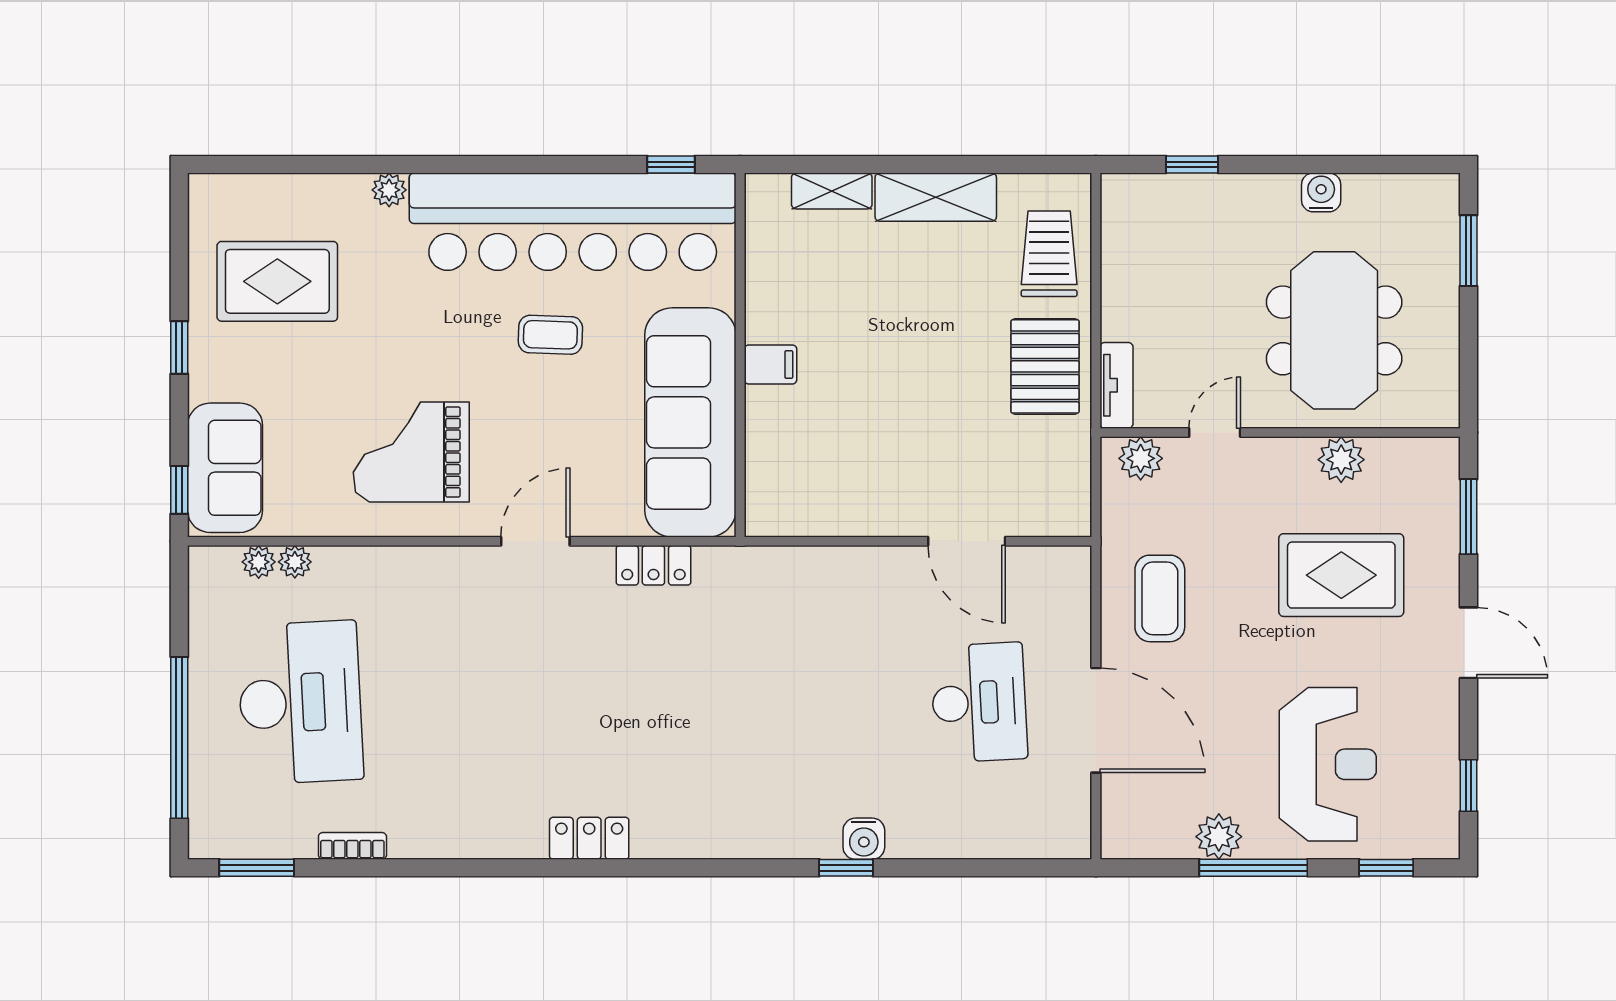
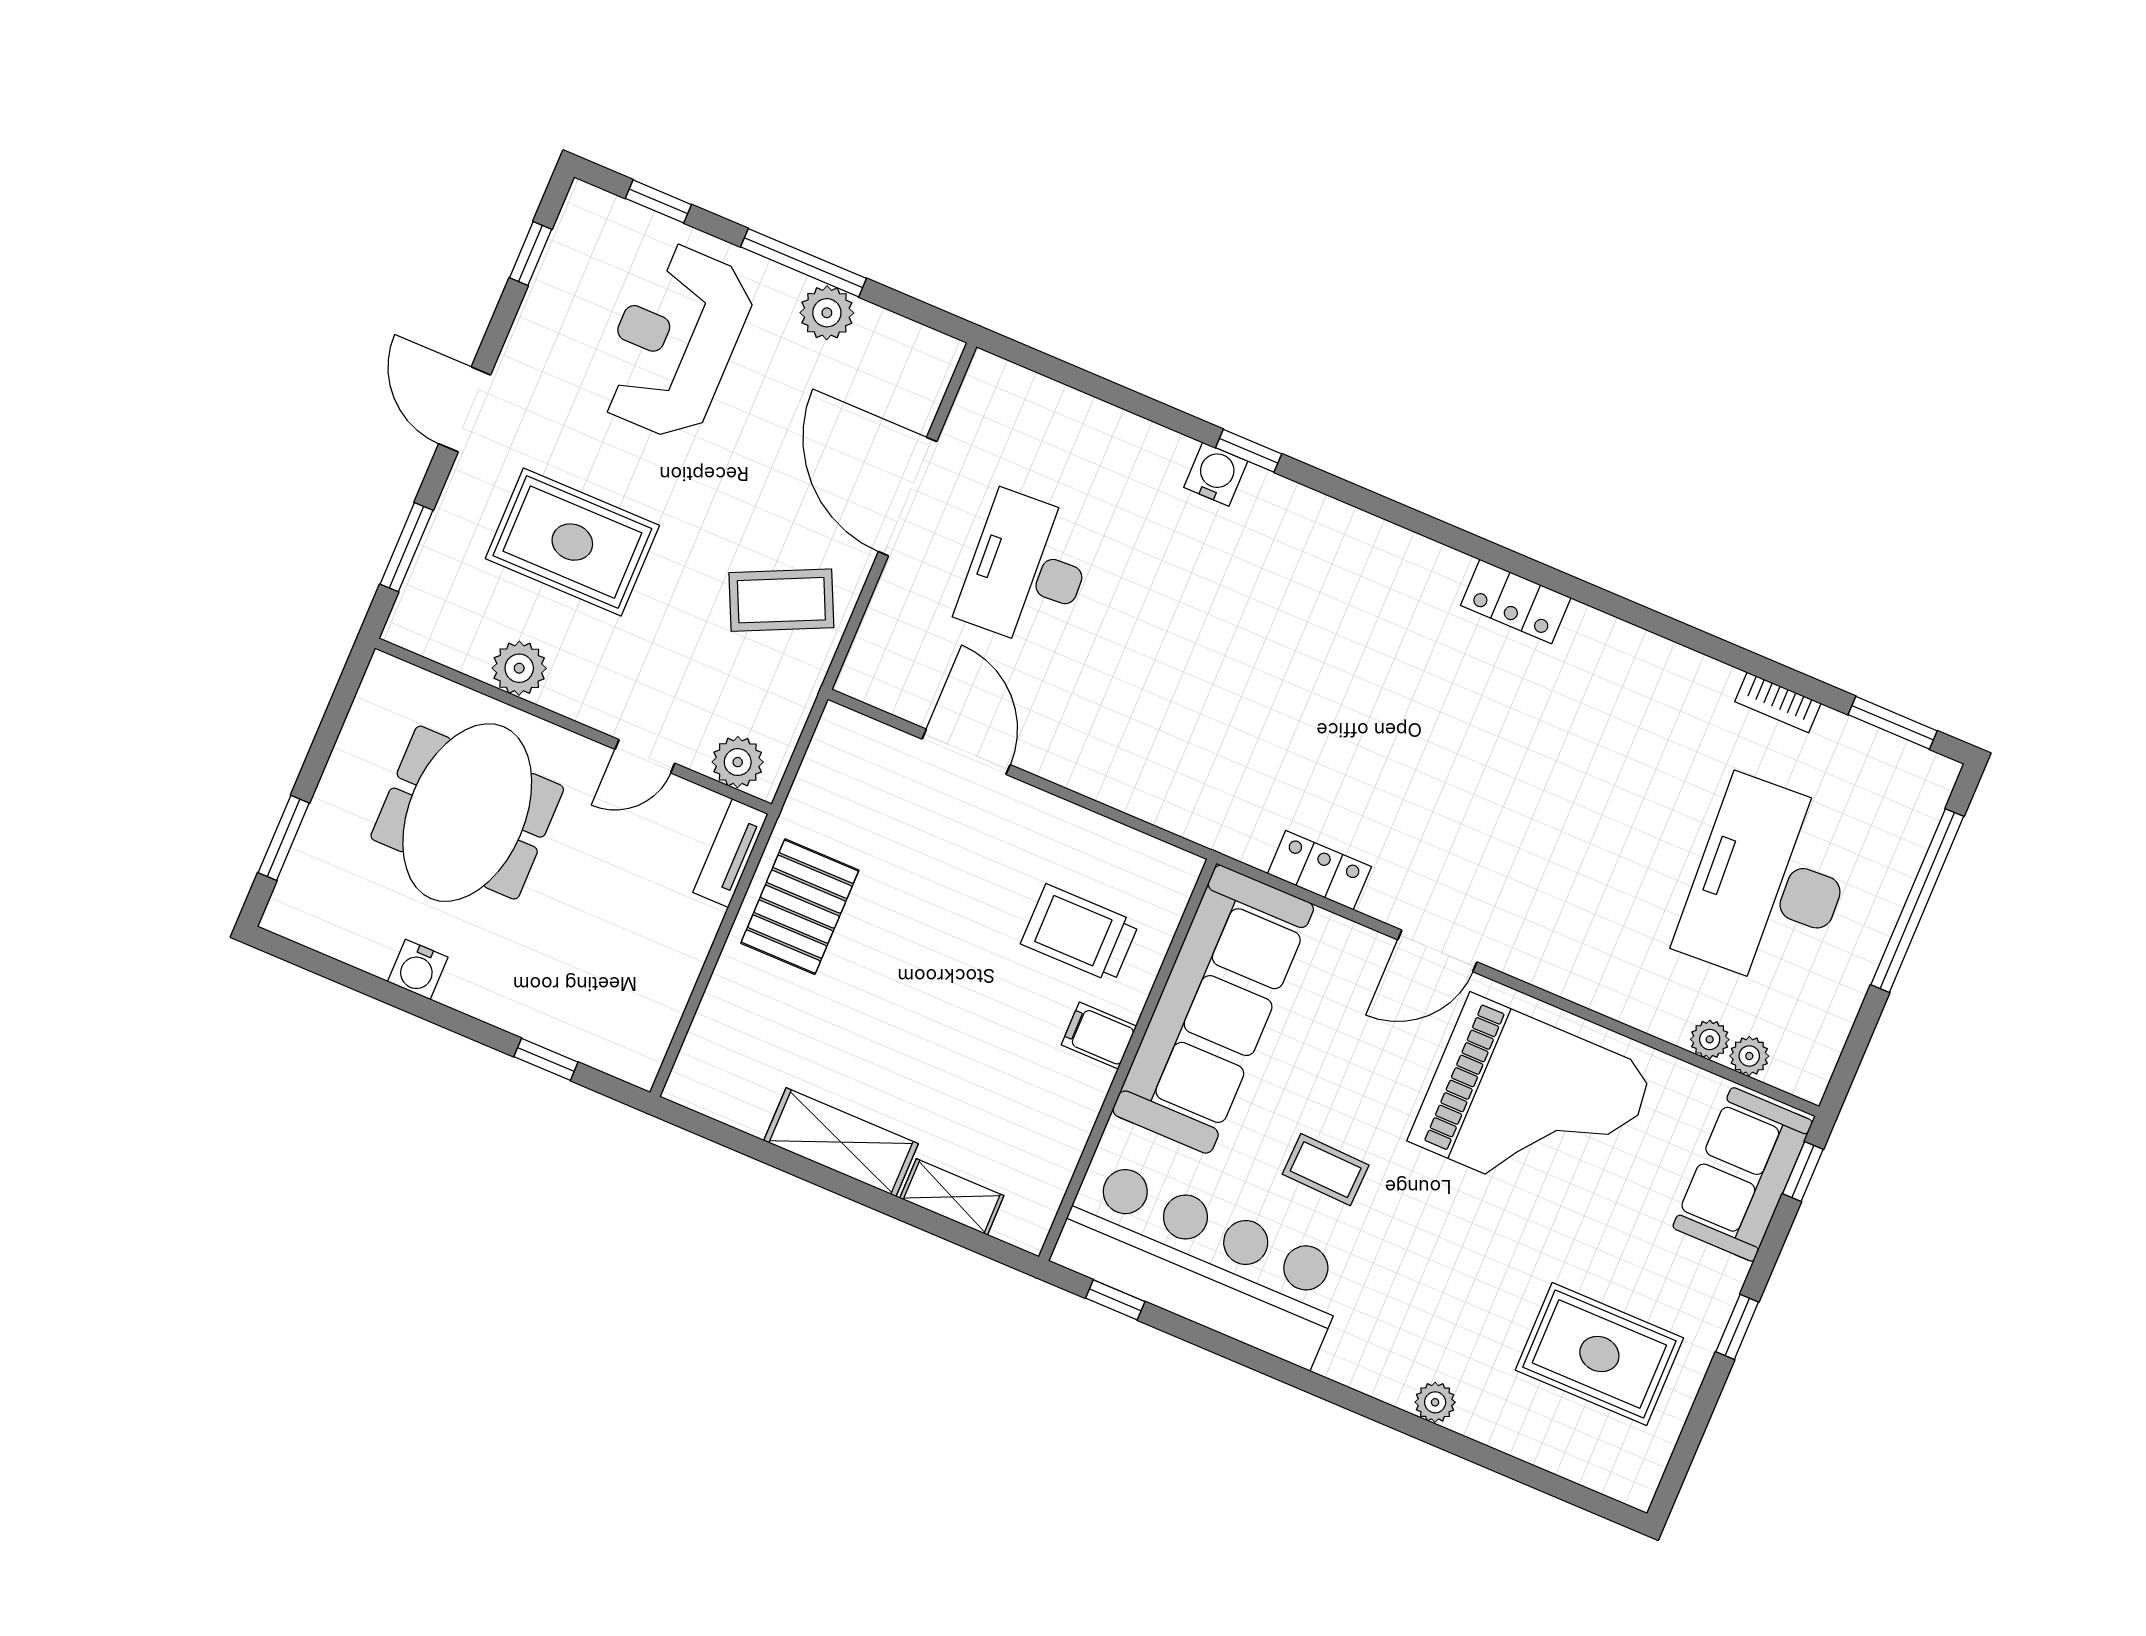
bar counter: (573, 222) -> (1202, 1263), width x0.73
trolley: (1049, 254) -> (1080, 933), moved, turned 90
grand piano: (411, 452) -> (1532, 1106), width x1.37, depth x1.48
coffee table: (1160, 598) -> (781, 600), turned 65

